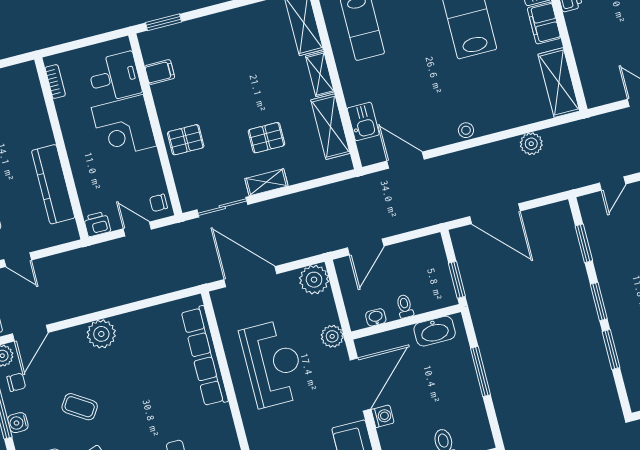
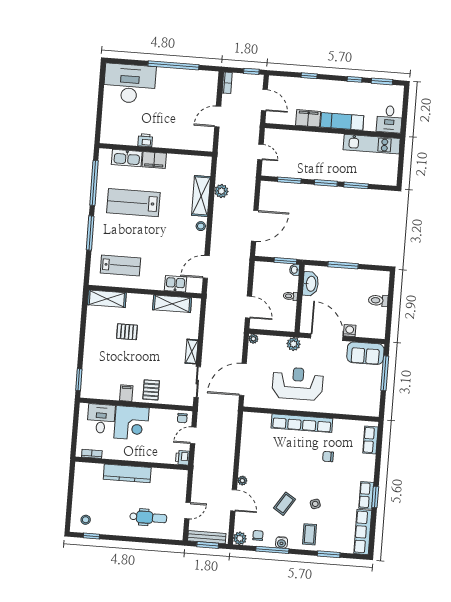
filing cabinet: (160, 72) -> (126, 393), moved
shelving: (320, 74) -> (140, 299), removed
shelving: (559, 83) -> (201, 196), moved, turned 90
pallet: (266, 138) -> (127, 332), moved, turned 90
kitchen counter: (53, 184) -> (127, 473), moved
plant: (314, 280) -> (253, 339), width x0.53, depth x0.53
washbasin: (376, 317) -> (295, 270), moved
door: (30, 333) -> (234, 500), moved
plant: (101, 334) -> (242, 481), width x0.53, depth x0.53
row of seats: (205, 356) -> (302, 423), moved

